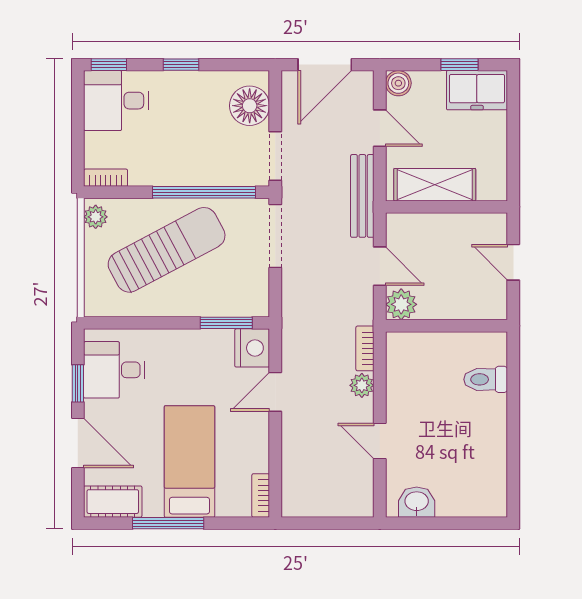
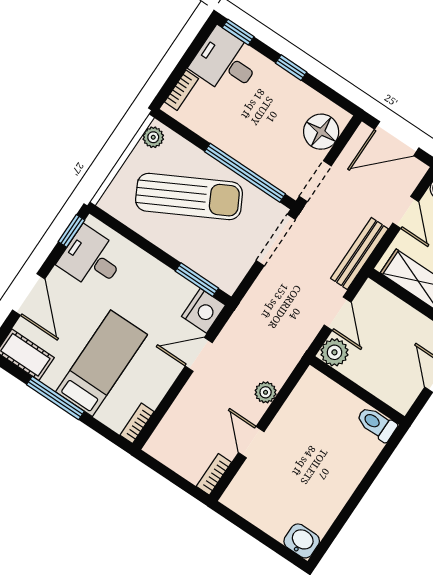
bookcase: (106, 178) -> (182, 90), moved, turned 90
bookcase: (365, 348) -> (214, 474), moved
toilet: (486, 379) -> (377, 424), moved
window: (78, 383) -> (71, 231), moved
washbasin: (417, 502) -> (302, 541), moved

